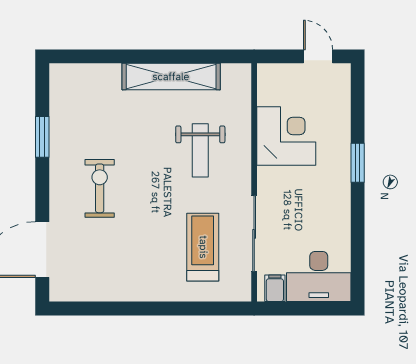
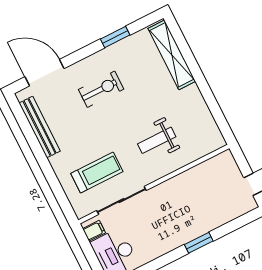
shelving: (171, 77) -> (172, 55), moved
corner desk: (286, 136) -> (193, 190), removed
bench: (108, 291) -> (40, 127), added

